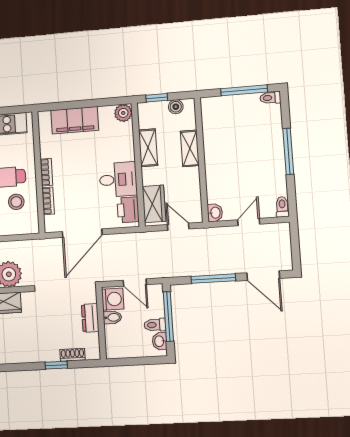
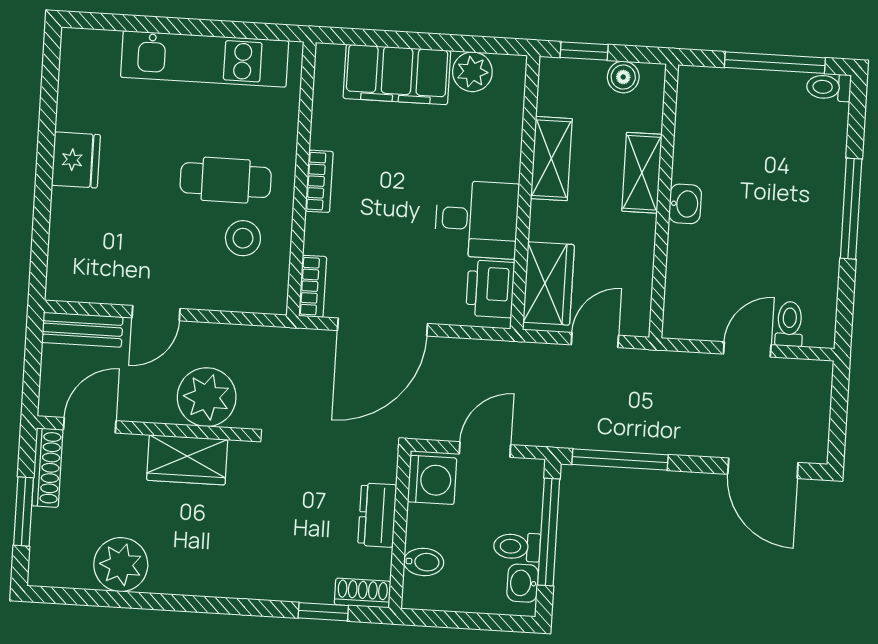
plant: (123, 113) -> (472, 72), moved
bookcase: (48, 201) -> (313, 286), moved
toilet: (282, 207) -> (789, 324), moved
washbasin: (215, 213) -> (685, 204), moved
door: (178, 227) -> (595, 340), hinge flipped
window: (213, 279) -> (620, 460), moved
door: (135, 282) -> (485, 449), swing flipped
bidet: (112, 317) -> (424, 562), moved
shoe rack: (72, 355) -> (363, 593), moved
window: (56, 365) -> (323, 612), moved

